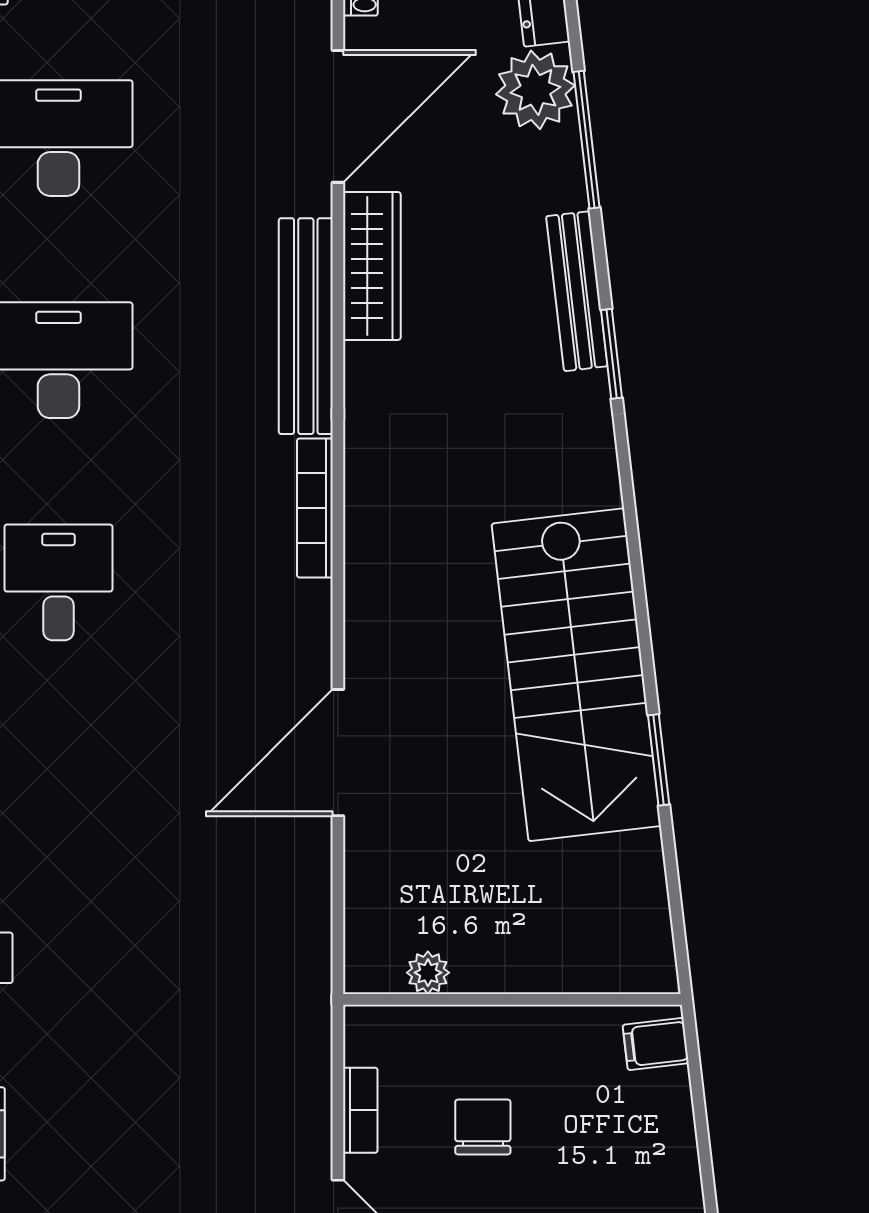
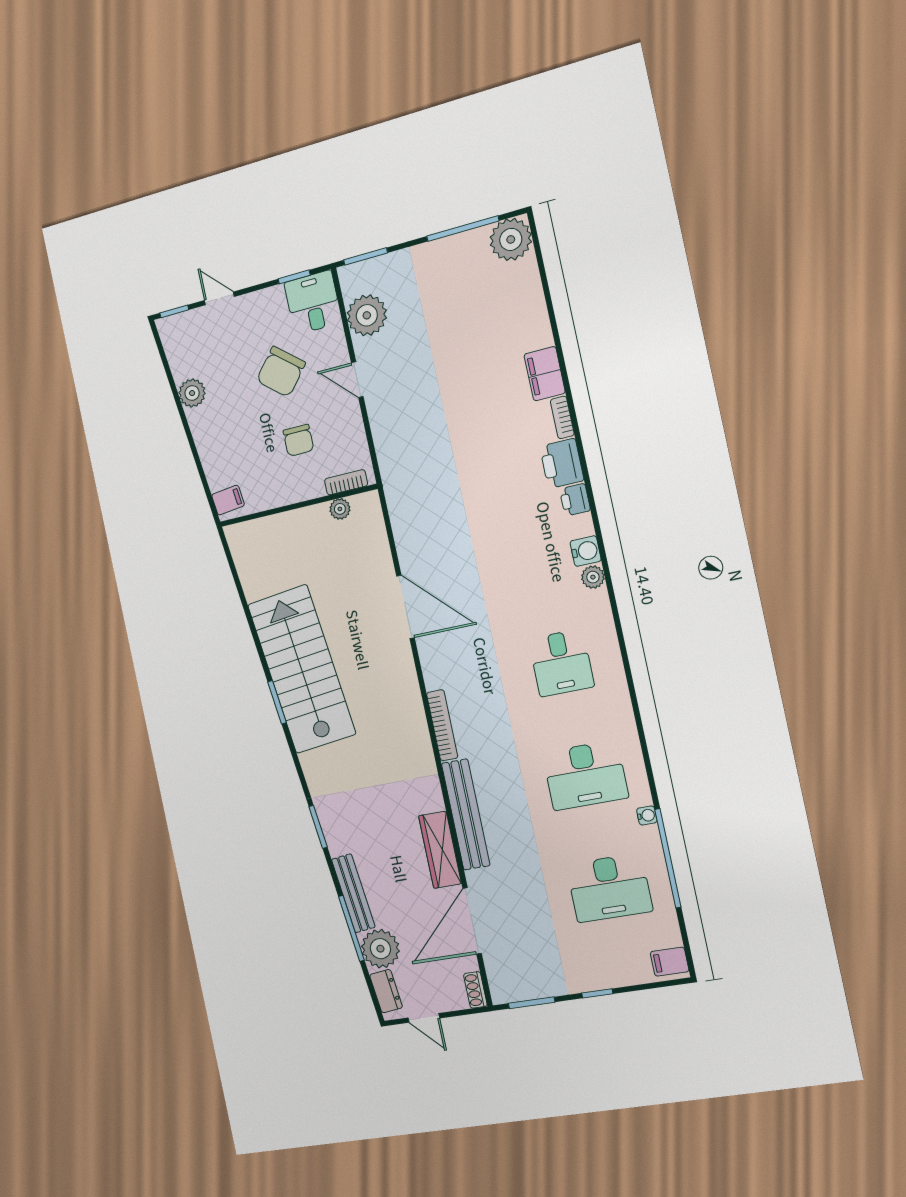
bench: (577, 291) -> (353, 893), moved
door: (338, 753) -> (405, 607), hinge flipped
window: (659, 760) -> (277, 702), moved
bookcase: (360, 1110) -> (346, 482), moved, turned 90

